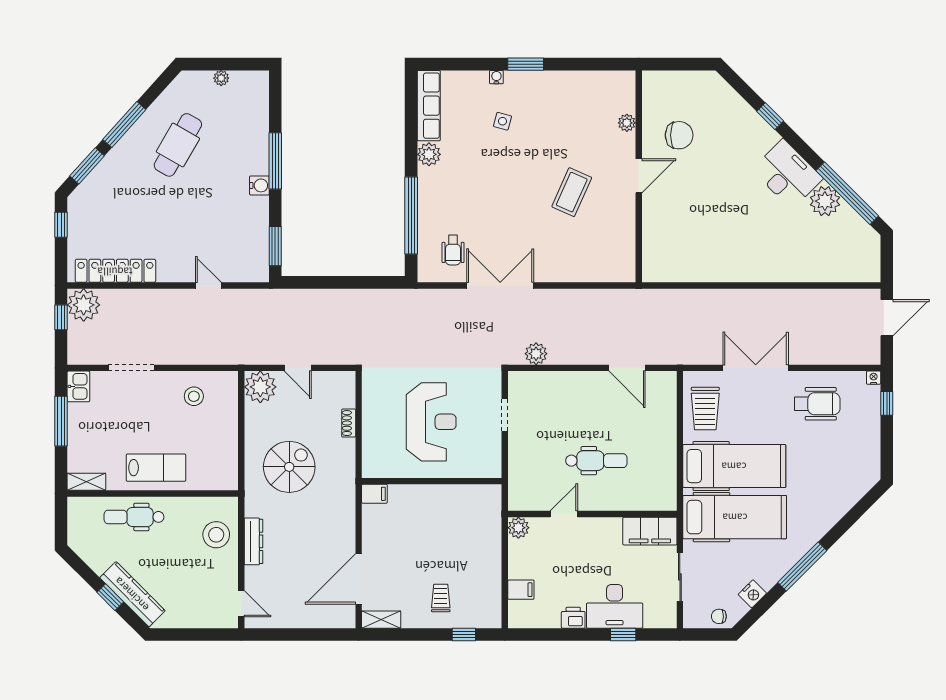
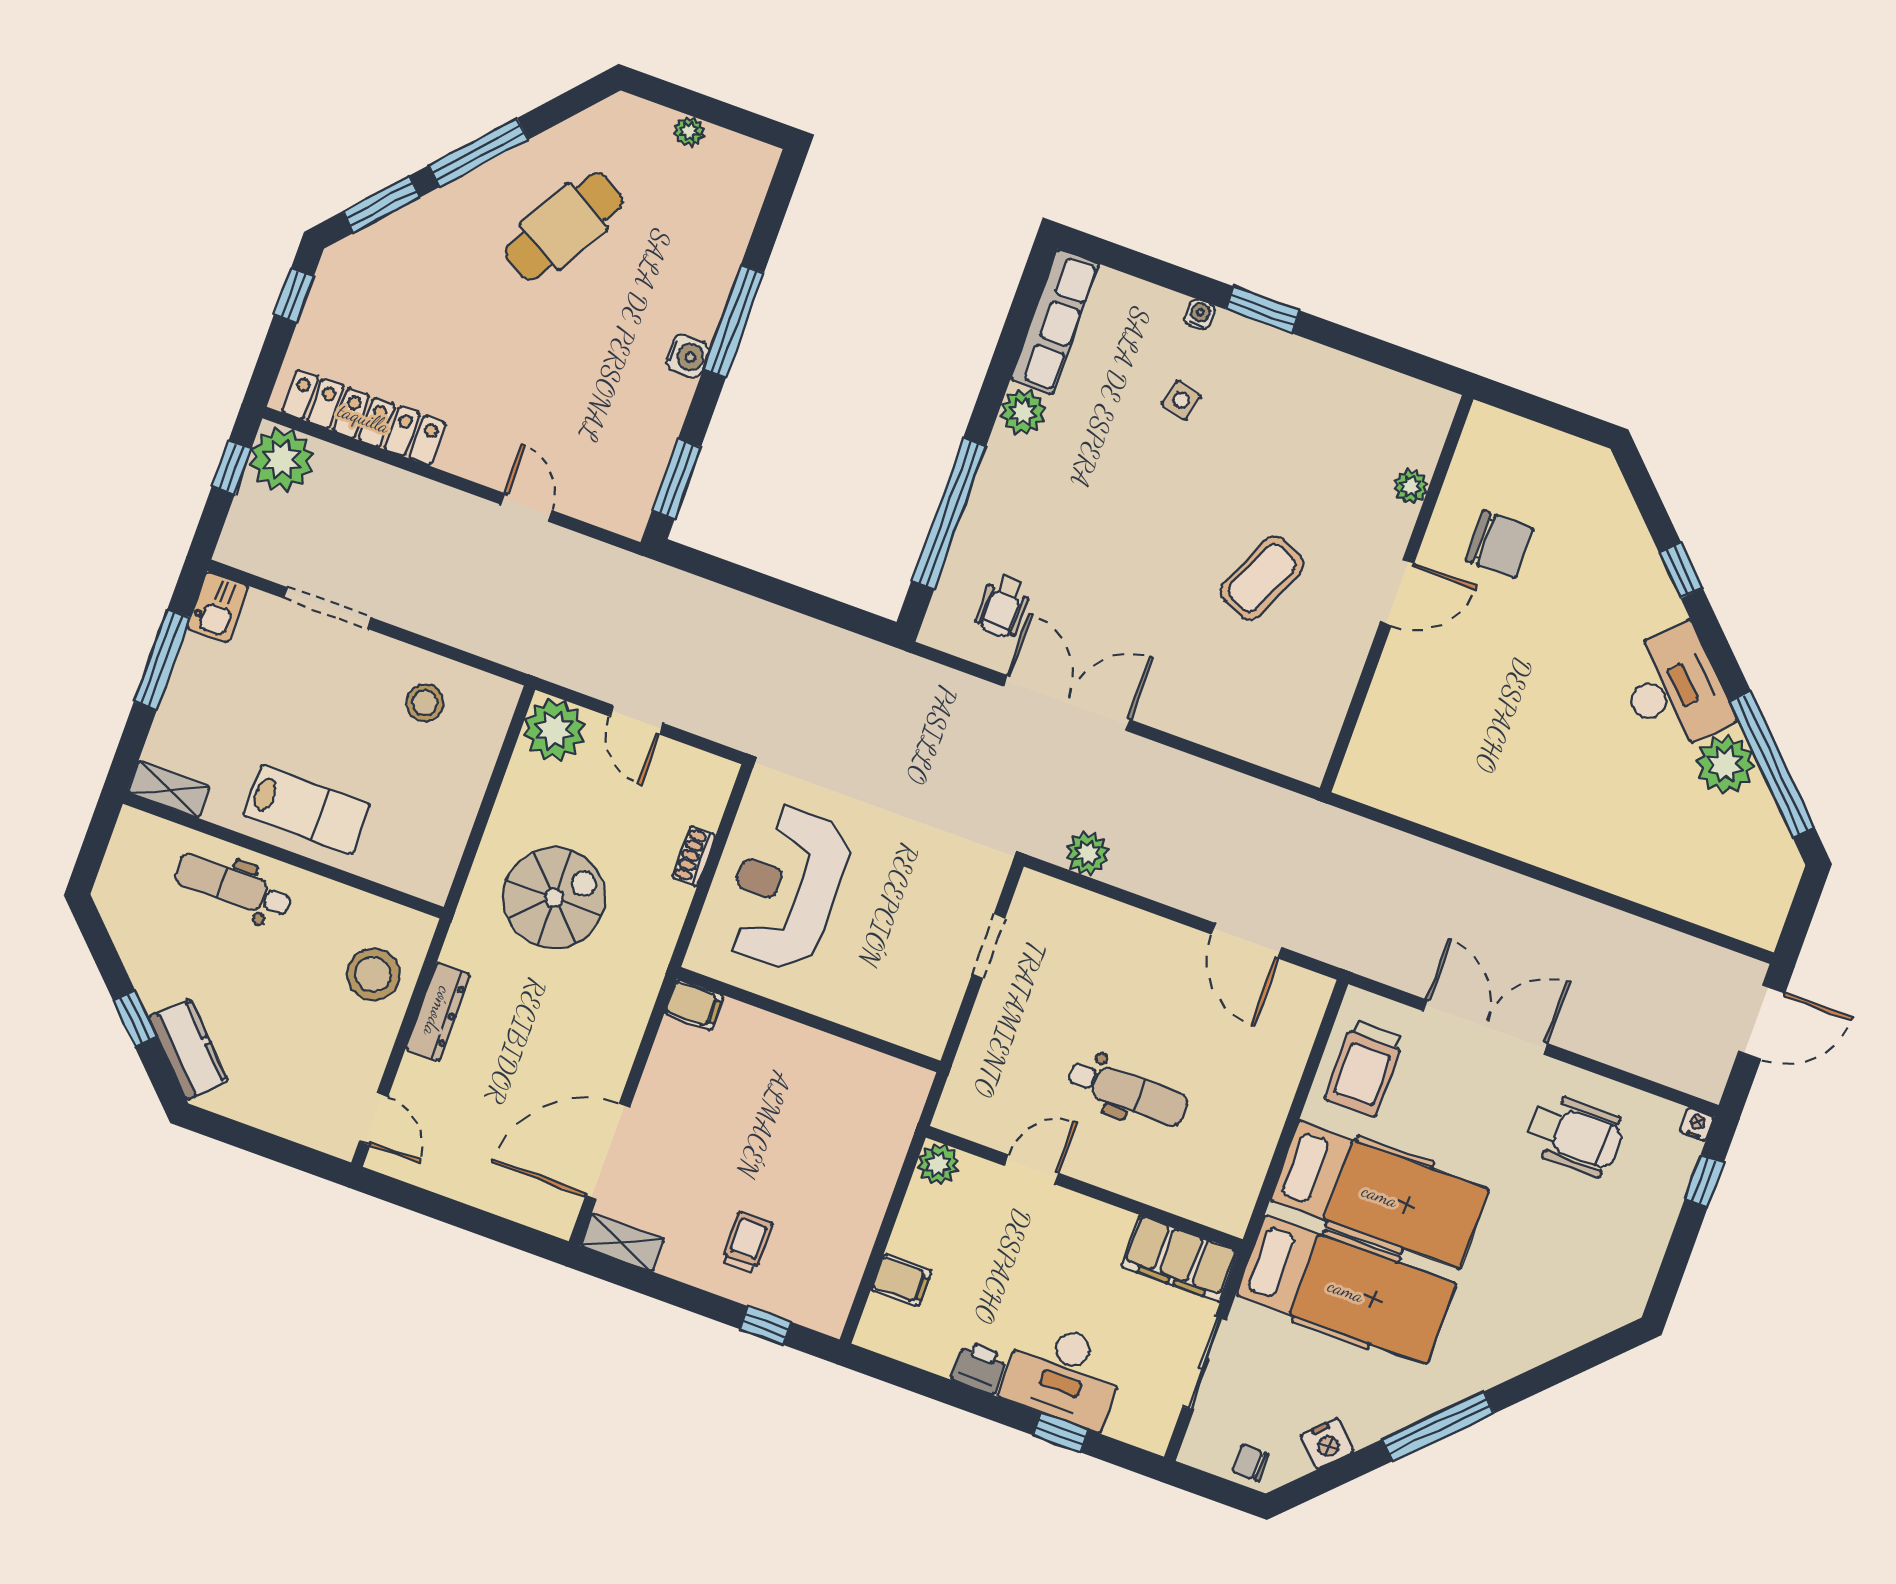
reception desk: (431, 422) -> (786, 888), moved, turned 180
kitchen counter: (132, 594) -> (188, 1049), width x0.67

